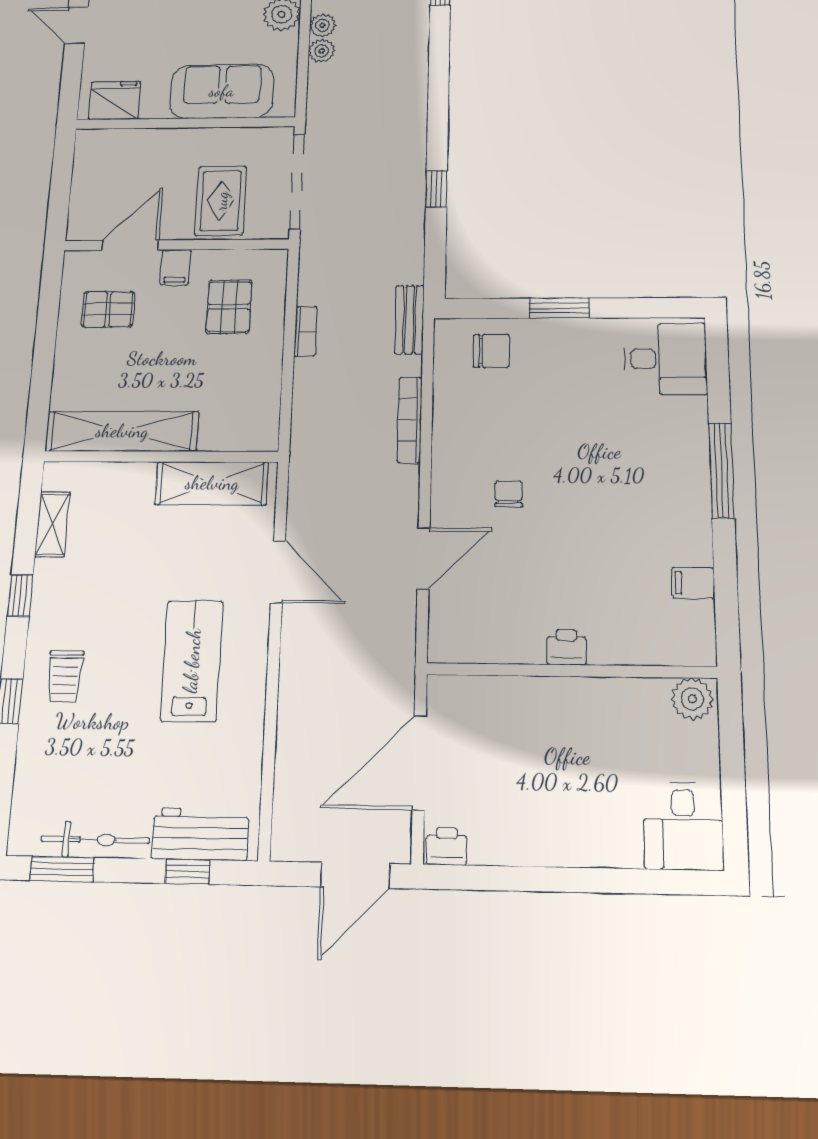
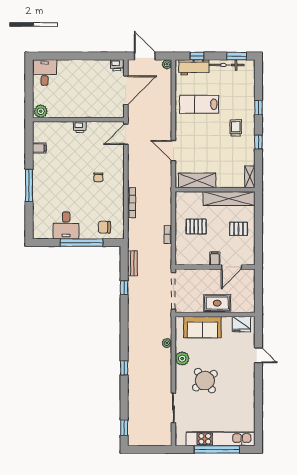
plant: (323, 25) -> (167, 64), moved
rug: (221, 201) -> (217, 303), moved, turned 90
pallet: (229, 307) -> (196, 226), moved, turned 90
window: (559, 308) -> (82, 243), width x2.11
pallet: (108, 309) -> (238, 229), moved
bench: (409, 320) -> (132, 263), moved
desk: (665, 359) -> (66, 225), moved, turned -90
shelving: (52, 524) -> (250, 177), moved
door: (424, 558) -> (126, 134), moved
lab bench: (192, 661) -> (199, 104), moved, turned 90
trolley: (65, 676) -> (236, 128), moved
door: (355, 875) -> (145, 56), hinge flipped

